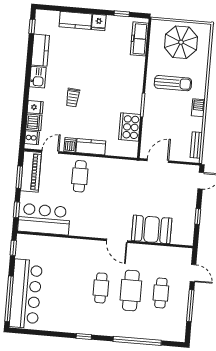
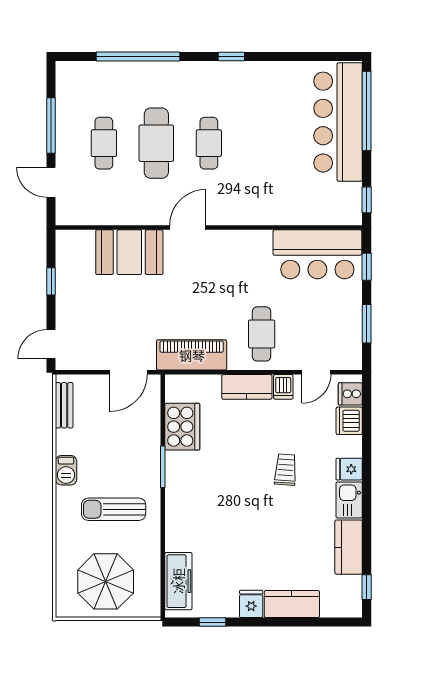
fridge: (35, 107) -> (349, 469), moved
piano: (31, 172) -> (192, 355), moved, turned 90
door: (117, 241) -> (188, 228), hinge flipped

